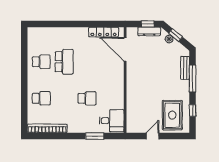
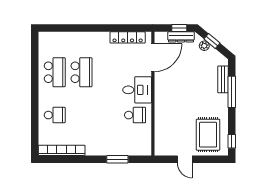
door: (125, 49) -> (153, 58), swing flipped
school desk: (41, 62) -> (55, 72), width x1.85
school desk: (87, 98) -> (135, 115), moved
window: (193, 110) -> (232, 141), moved
desk: (112, 121) -> (137, 90), moved
door: (152, 136) -> (185, 159), swing flipped

